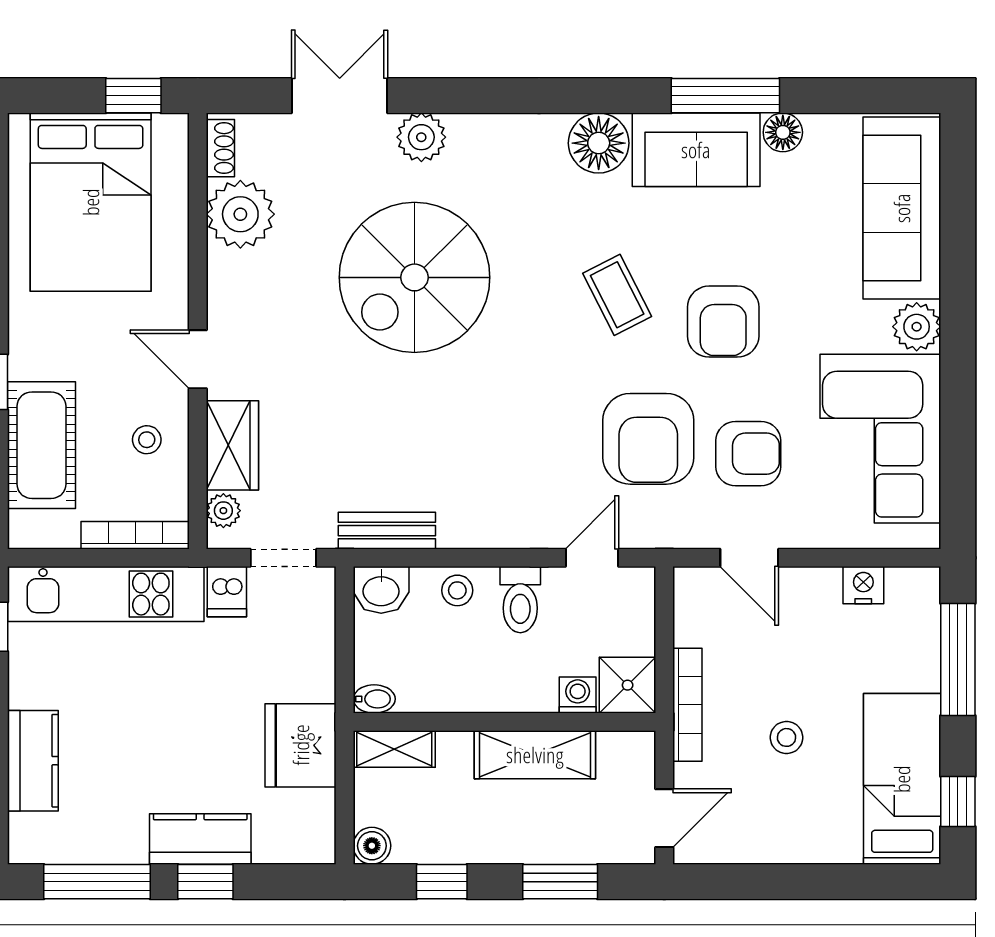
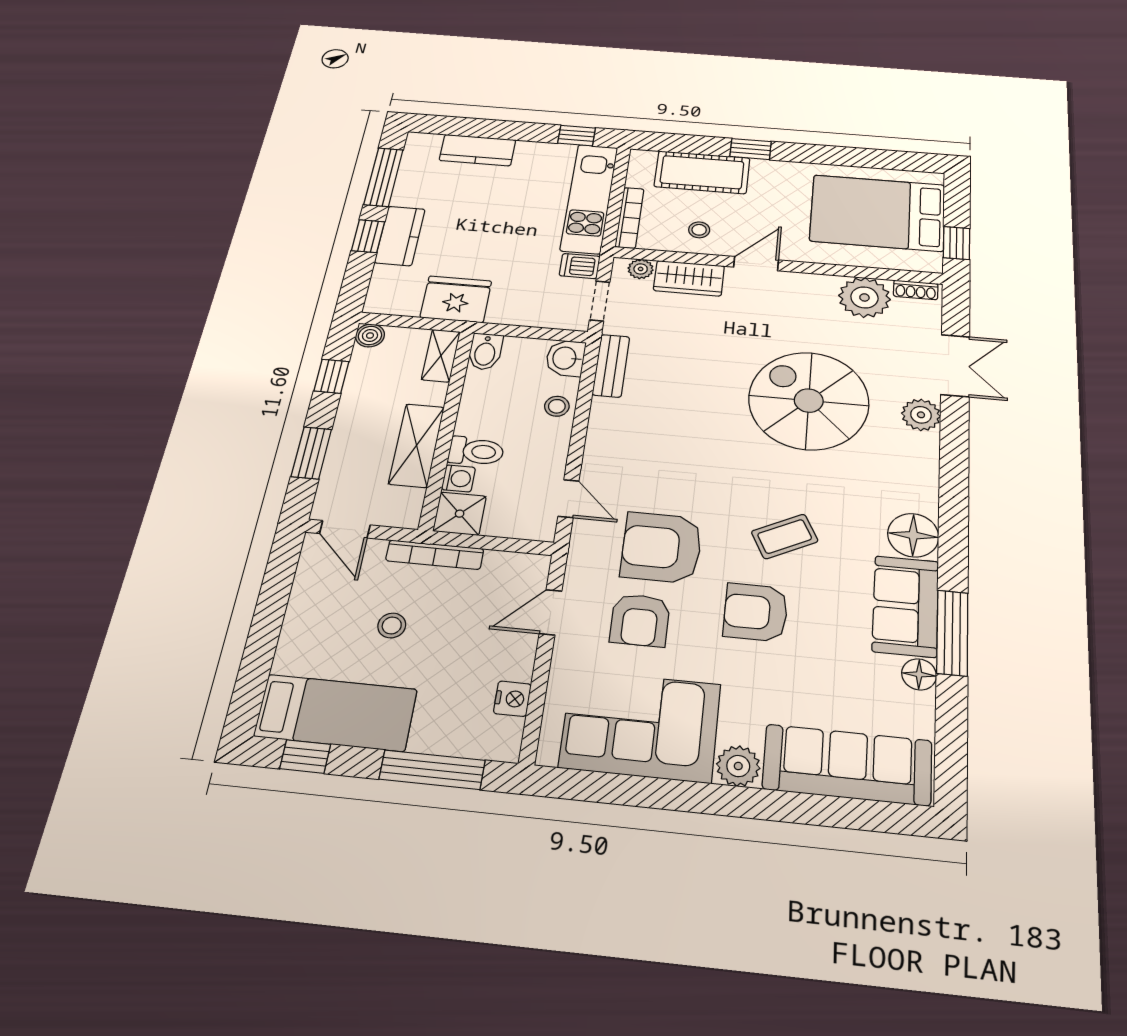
toilet: (520, 600) -> (476, 451), moved, turned 180
bidet: (374, 699) -> (485, 352), width x1.38, depth x1.36

